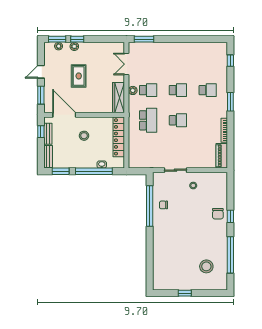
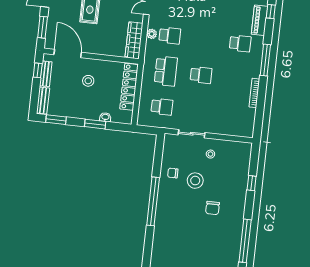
school desk: (178, 90) -> (162, 107), moved
window: (230, 102) -> (265, 60), width x1.44
piano: (222, 156) -> (260, 20), moved
window: (94, 171) -> (95, 124), width x0.47
window: (150, 206) -> (153, 201), moved
chair: (218, 214) -> (213, 208), moved
window: (230, 216) -> (252, 183), moved
stool: (206, 266) -> (195, 181), moved

